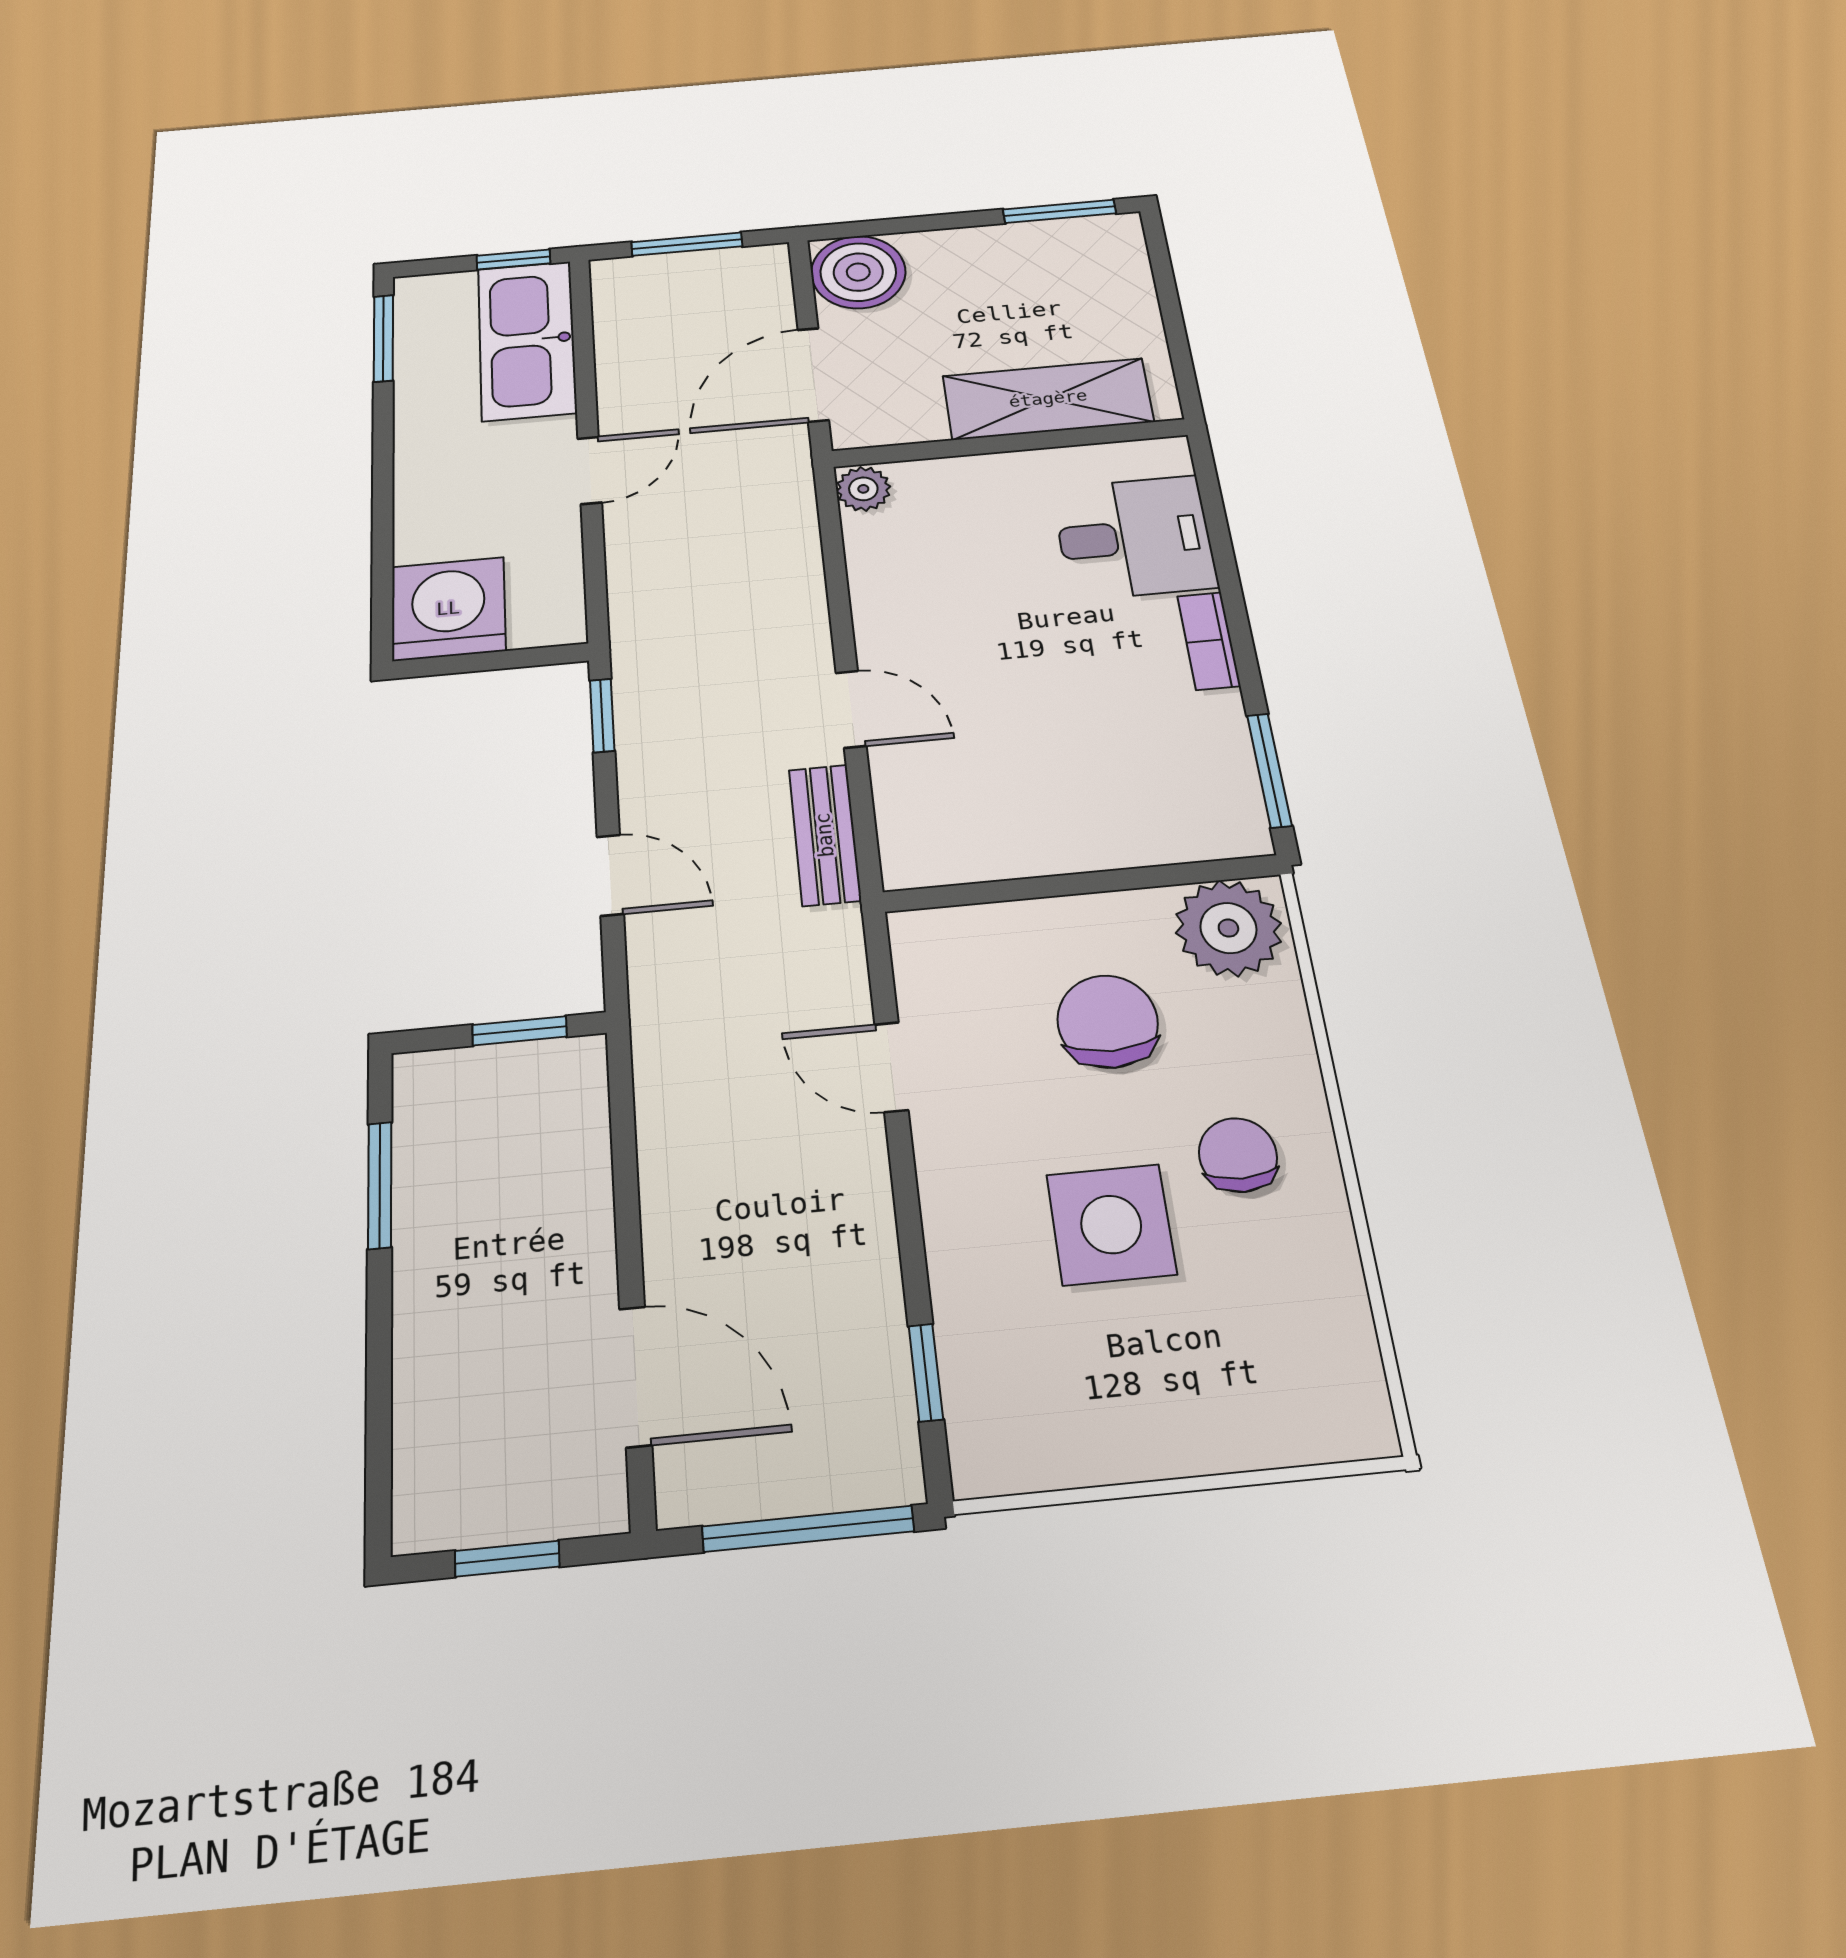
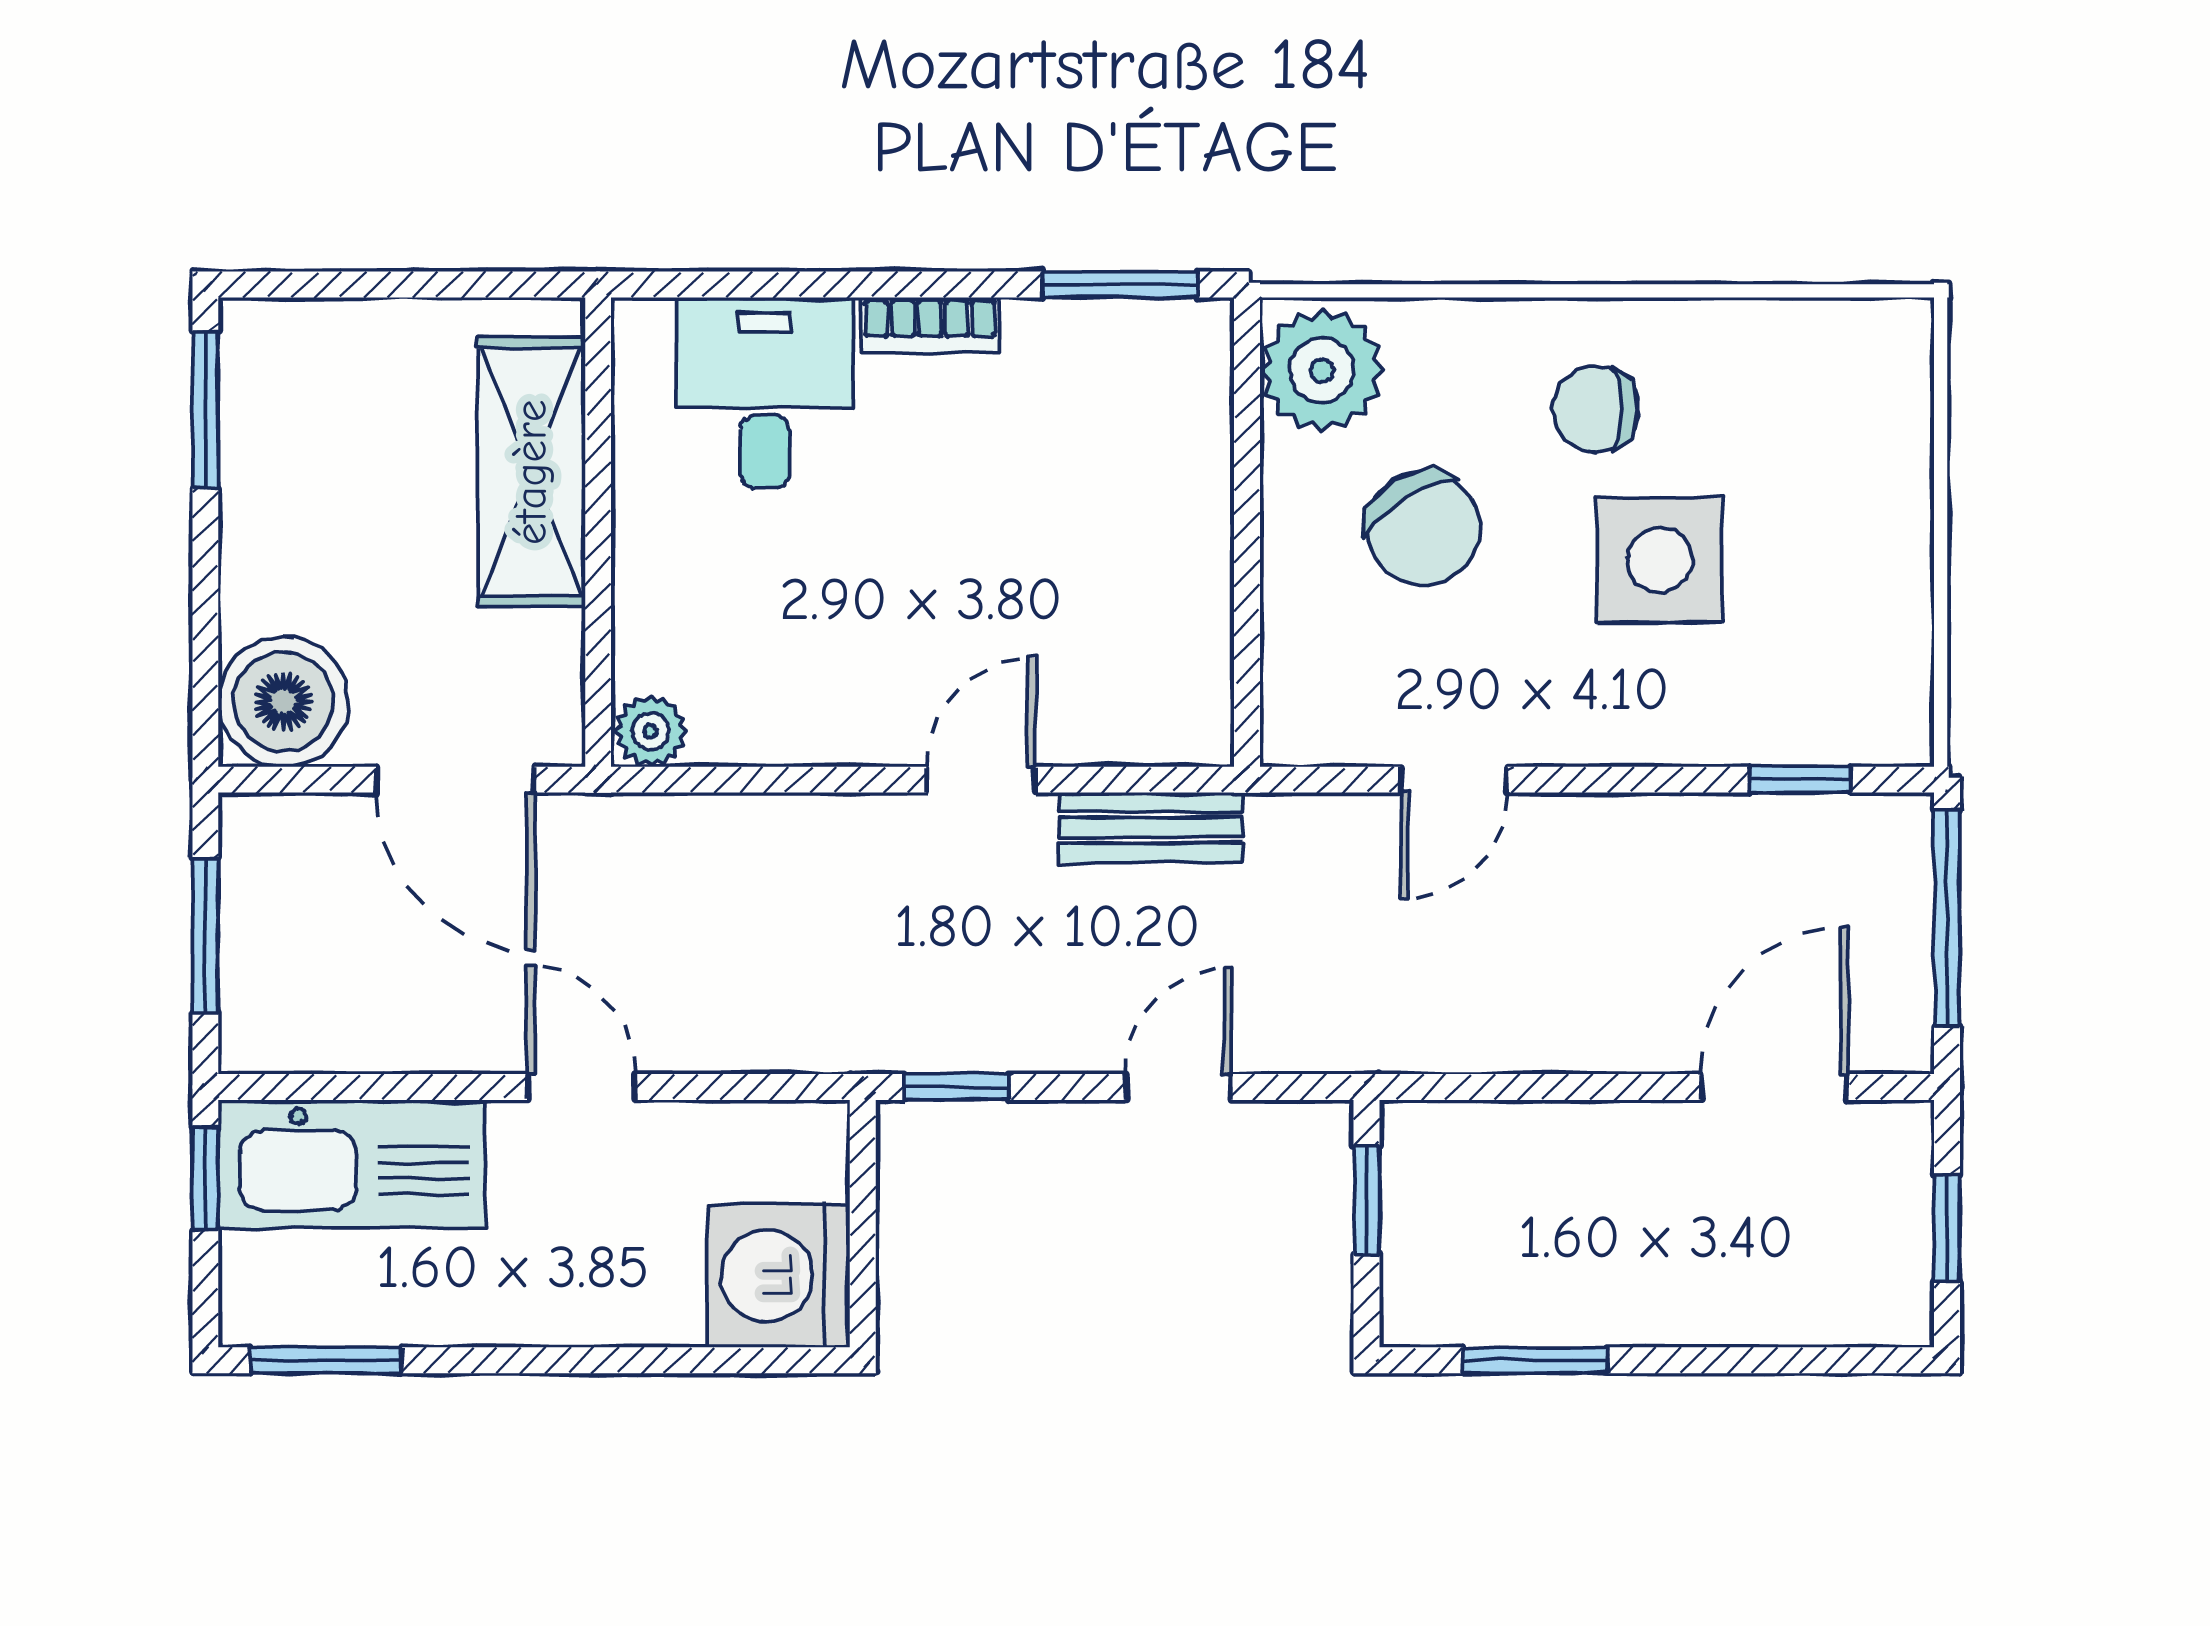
chair: (1108, 1021) -> (1424, 528), turned -122

